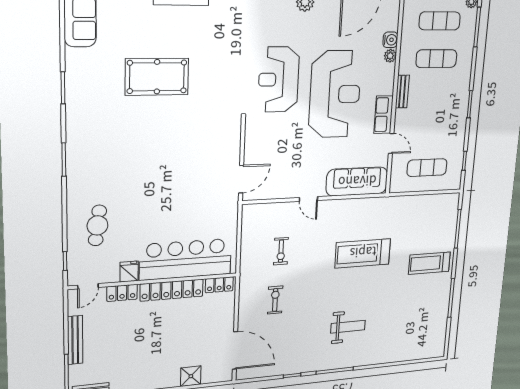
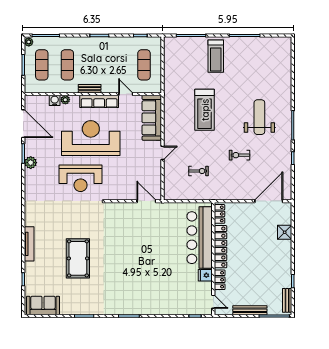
row of seats: (384, 115) -> (99, 101), width x1.48
door: (391, 143) -> (126, 94), hinge flipped
cafe table: (97, 225) -> (173, 296), removed
exercise bike: (275, 300) -> (239, 155), moved
weight bench: (348, 327) -> (259, 117), width x1.36, depth x1.33

